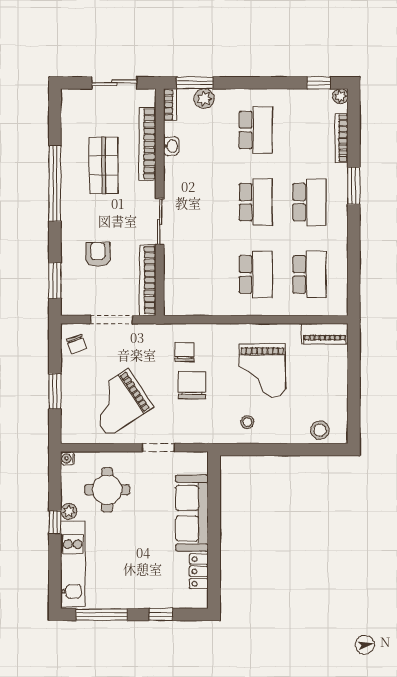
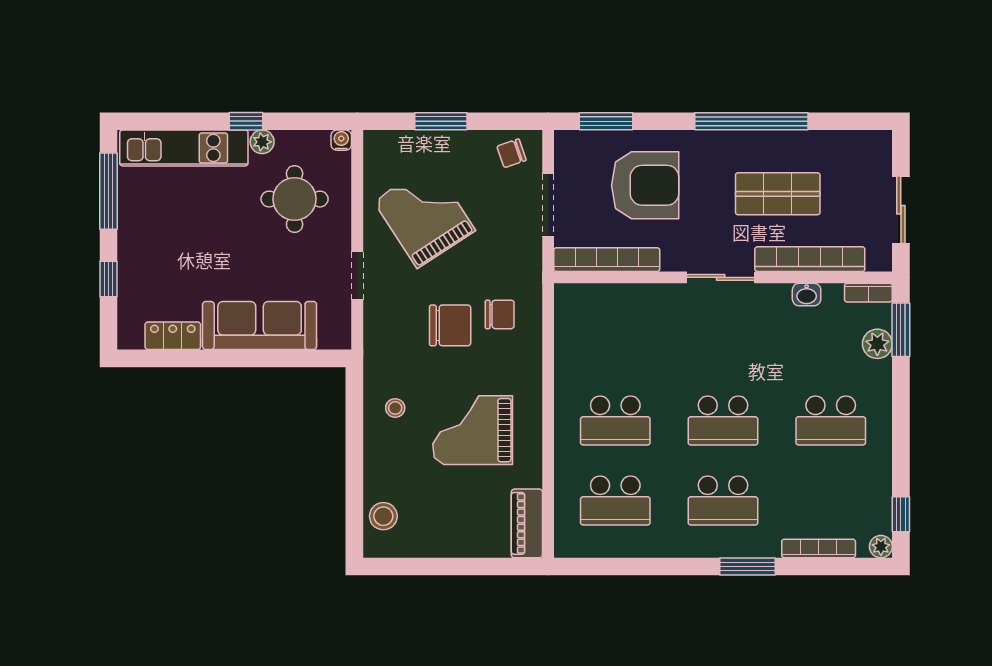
sliding door: (160, 222) -> (721, 277), moved
armchair: (98, 254) -> (645, 185), width x1.88, depth x1.88

